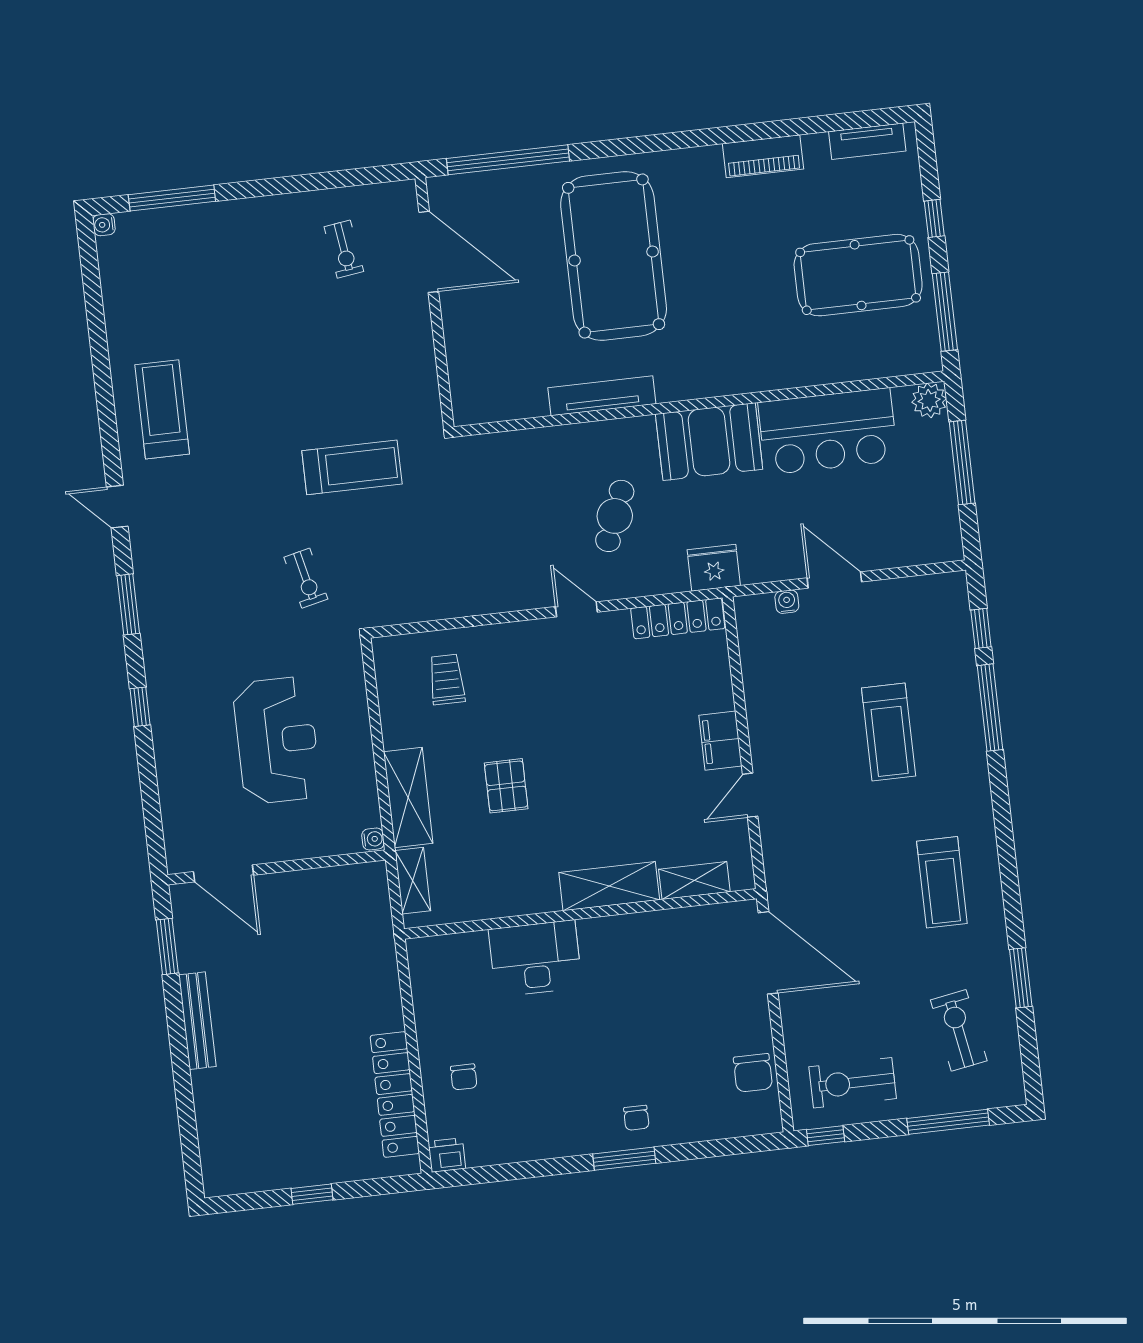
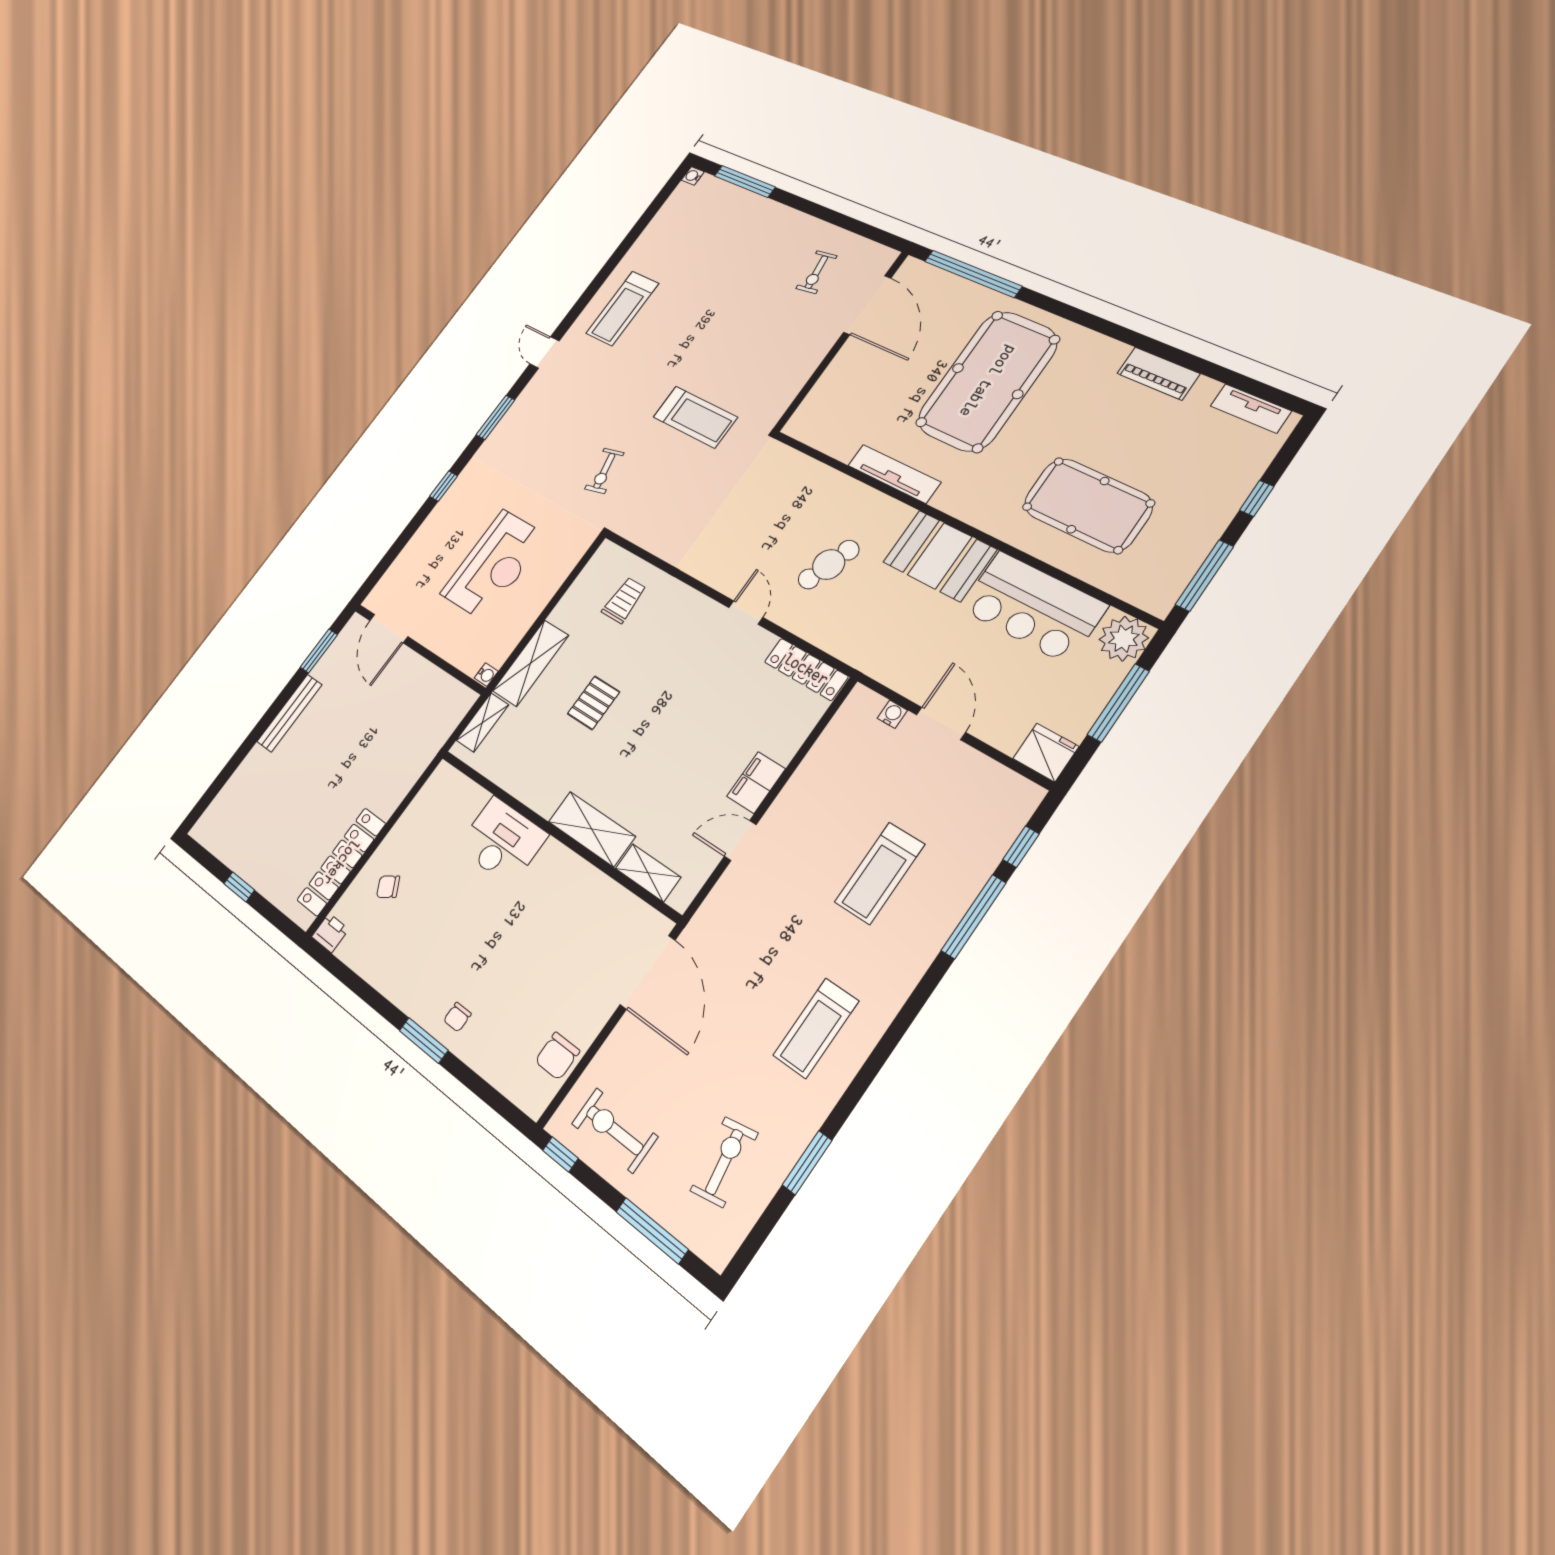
pool table: (858, 275) -> (1088, 505), moved
plant: (929, 400) -> (1124, 639), width x1.36, depth x1.36
treadmill: (162, 409) -> (622, 308), turned 180
fridge: (714, 568) -> (1046, 752), moved
chair: (464, 1077) -> (388, 887), turned 59

